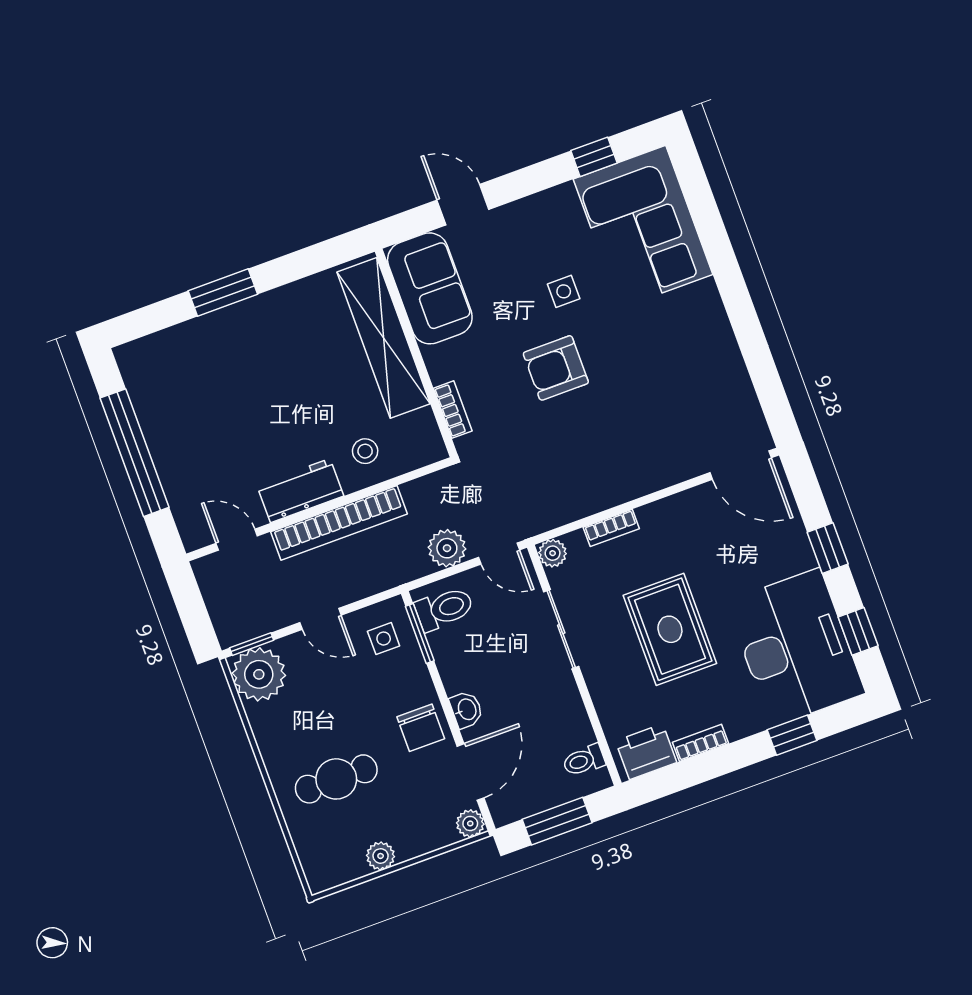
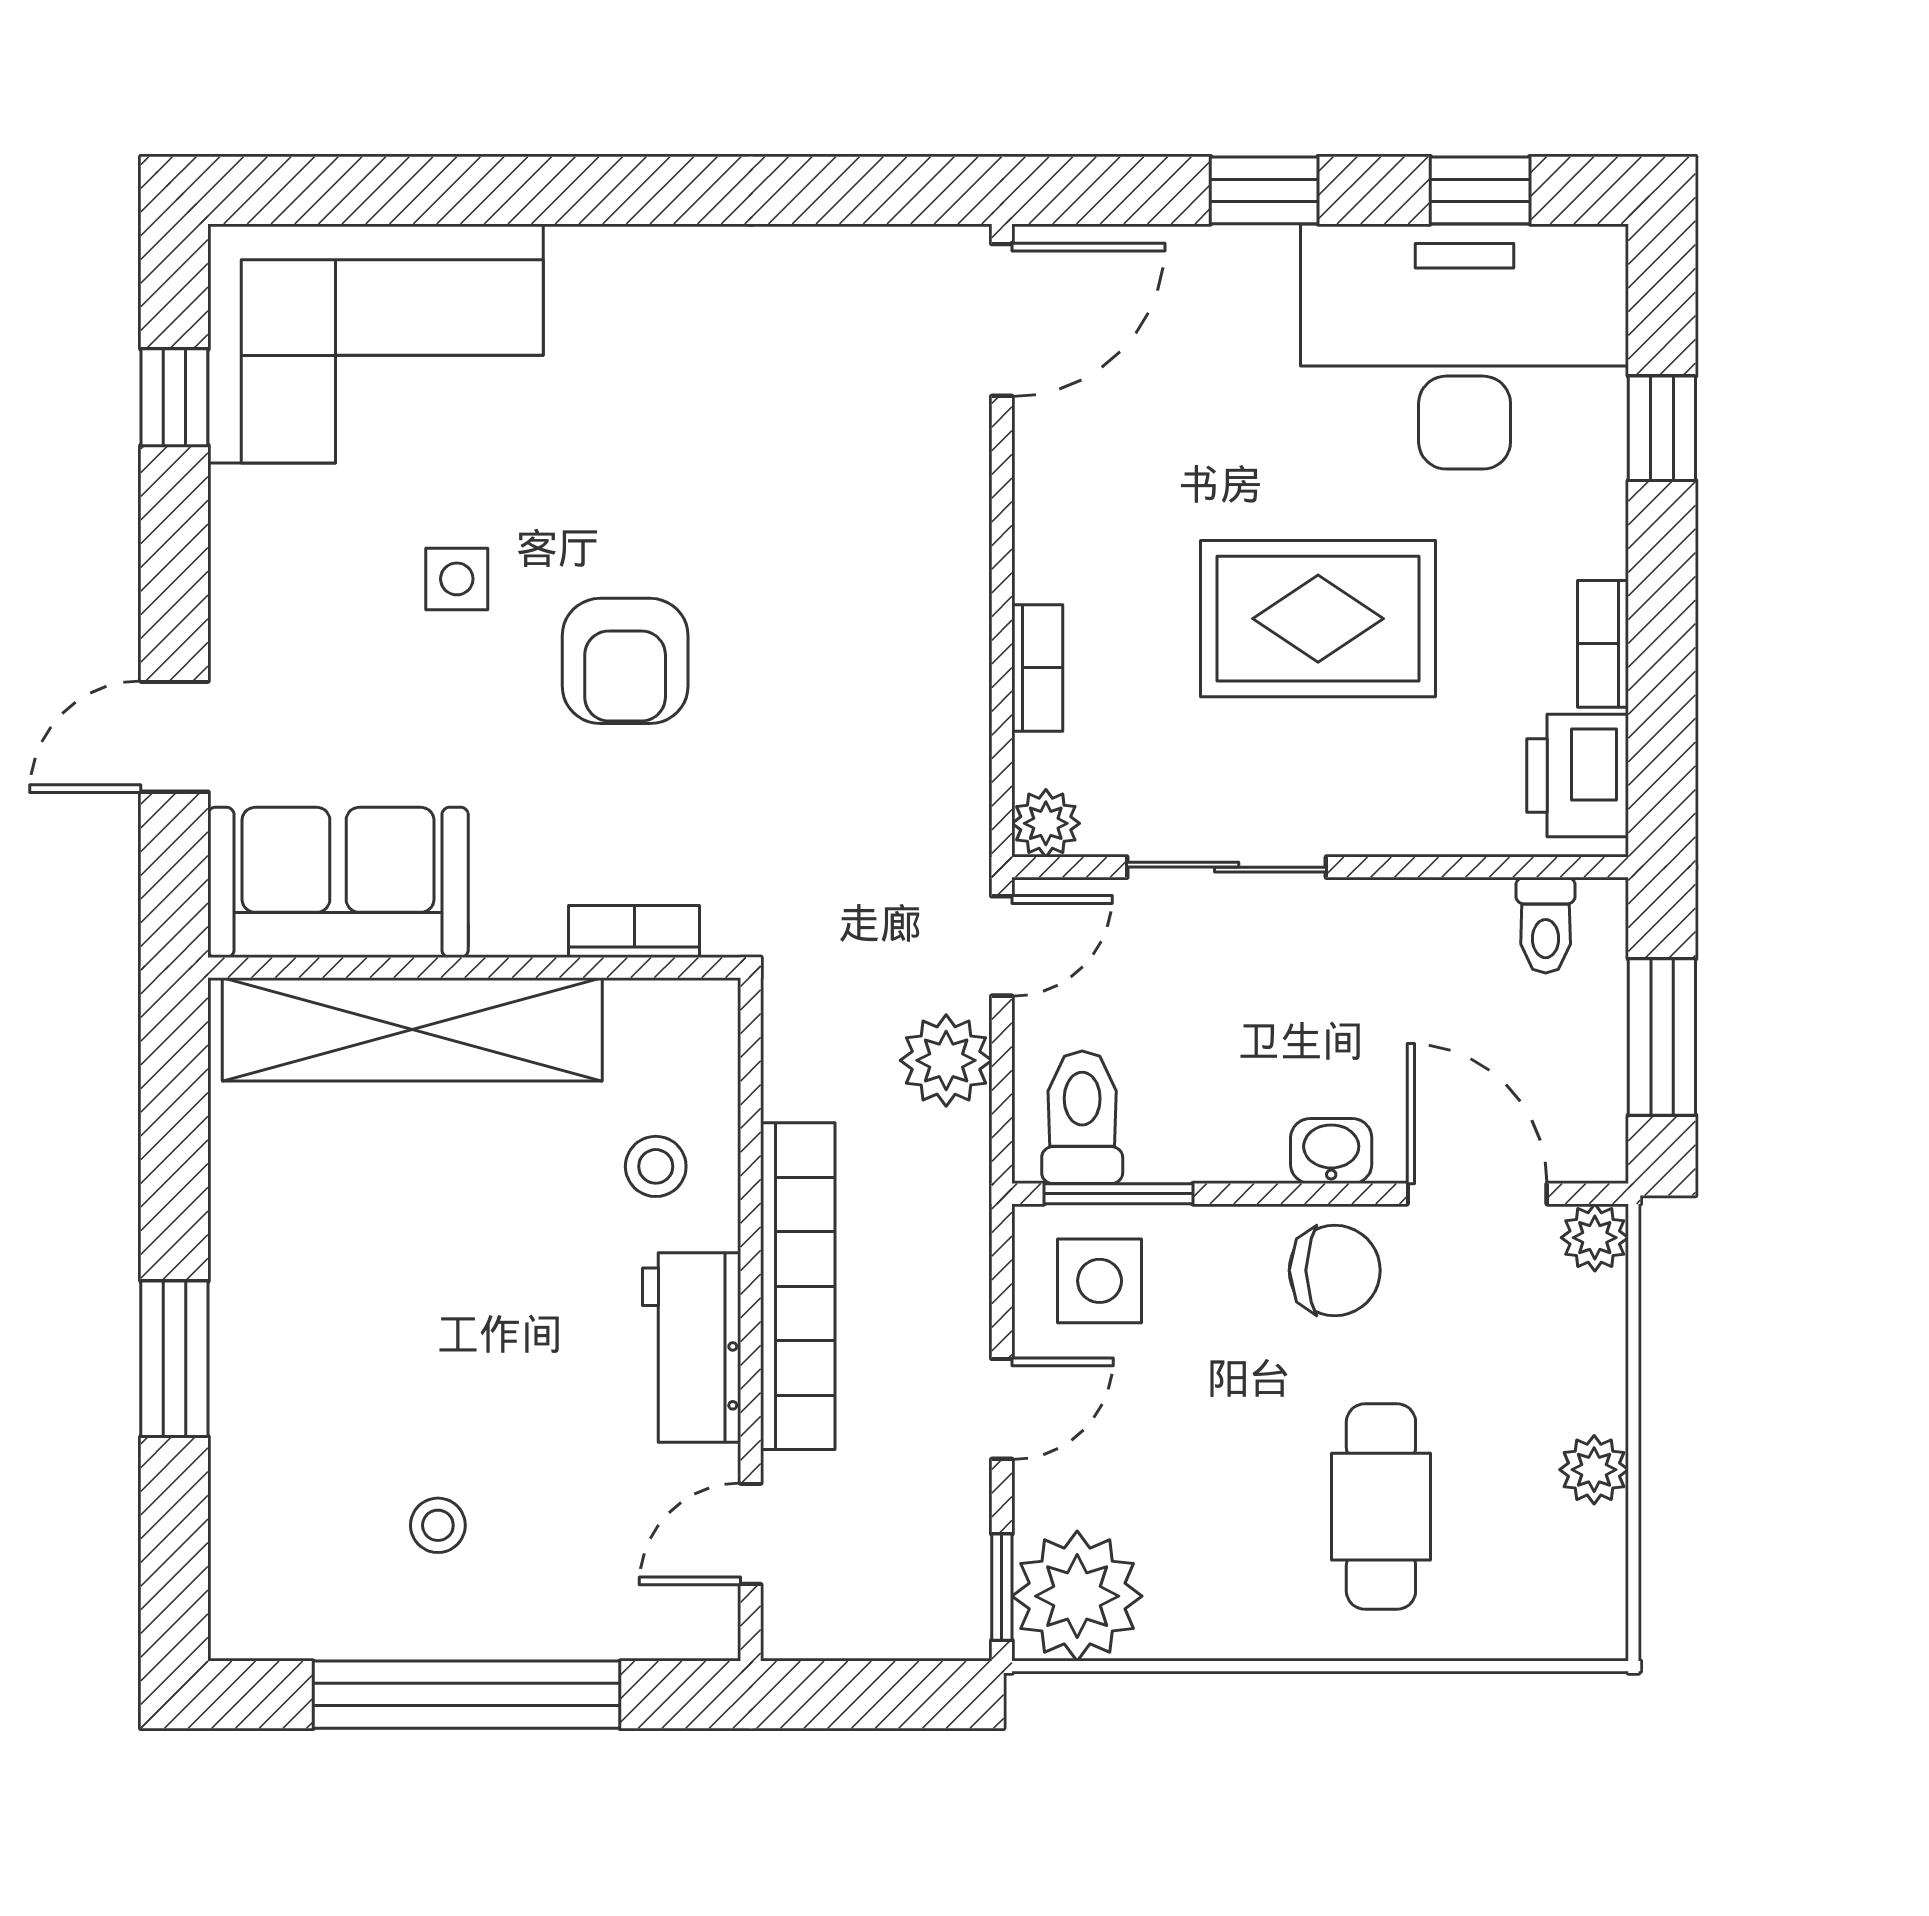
stool: (196, 418) -> (438, 1525), added
side table: (384, 639) -> (1100, 1281), width x1.37, depth x1.37

